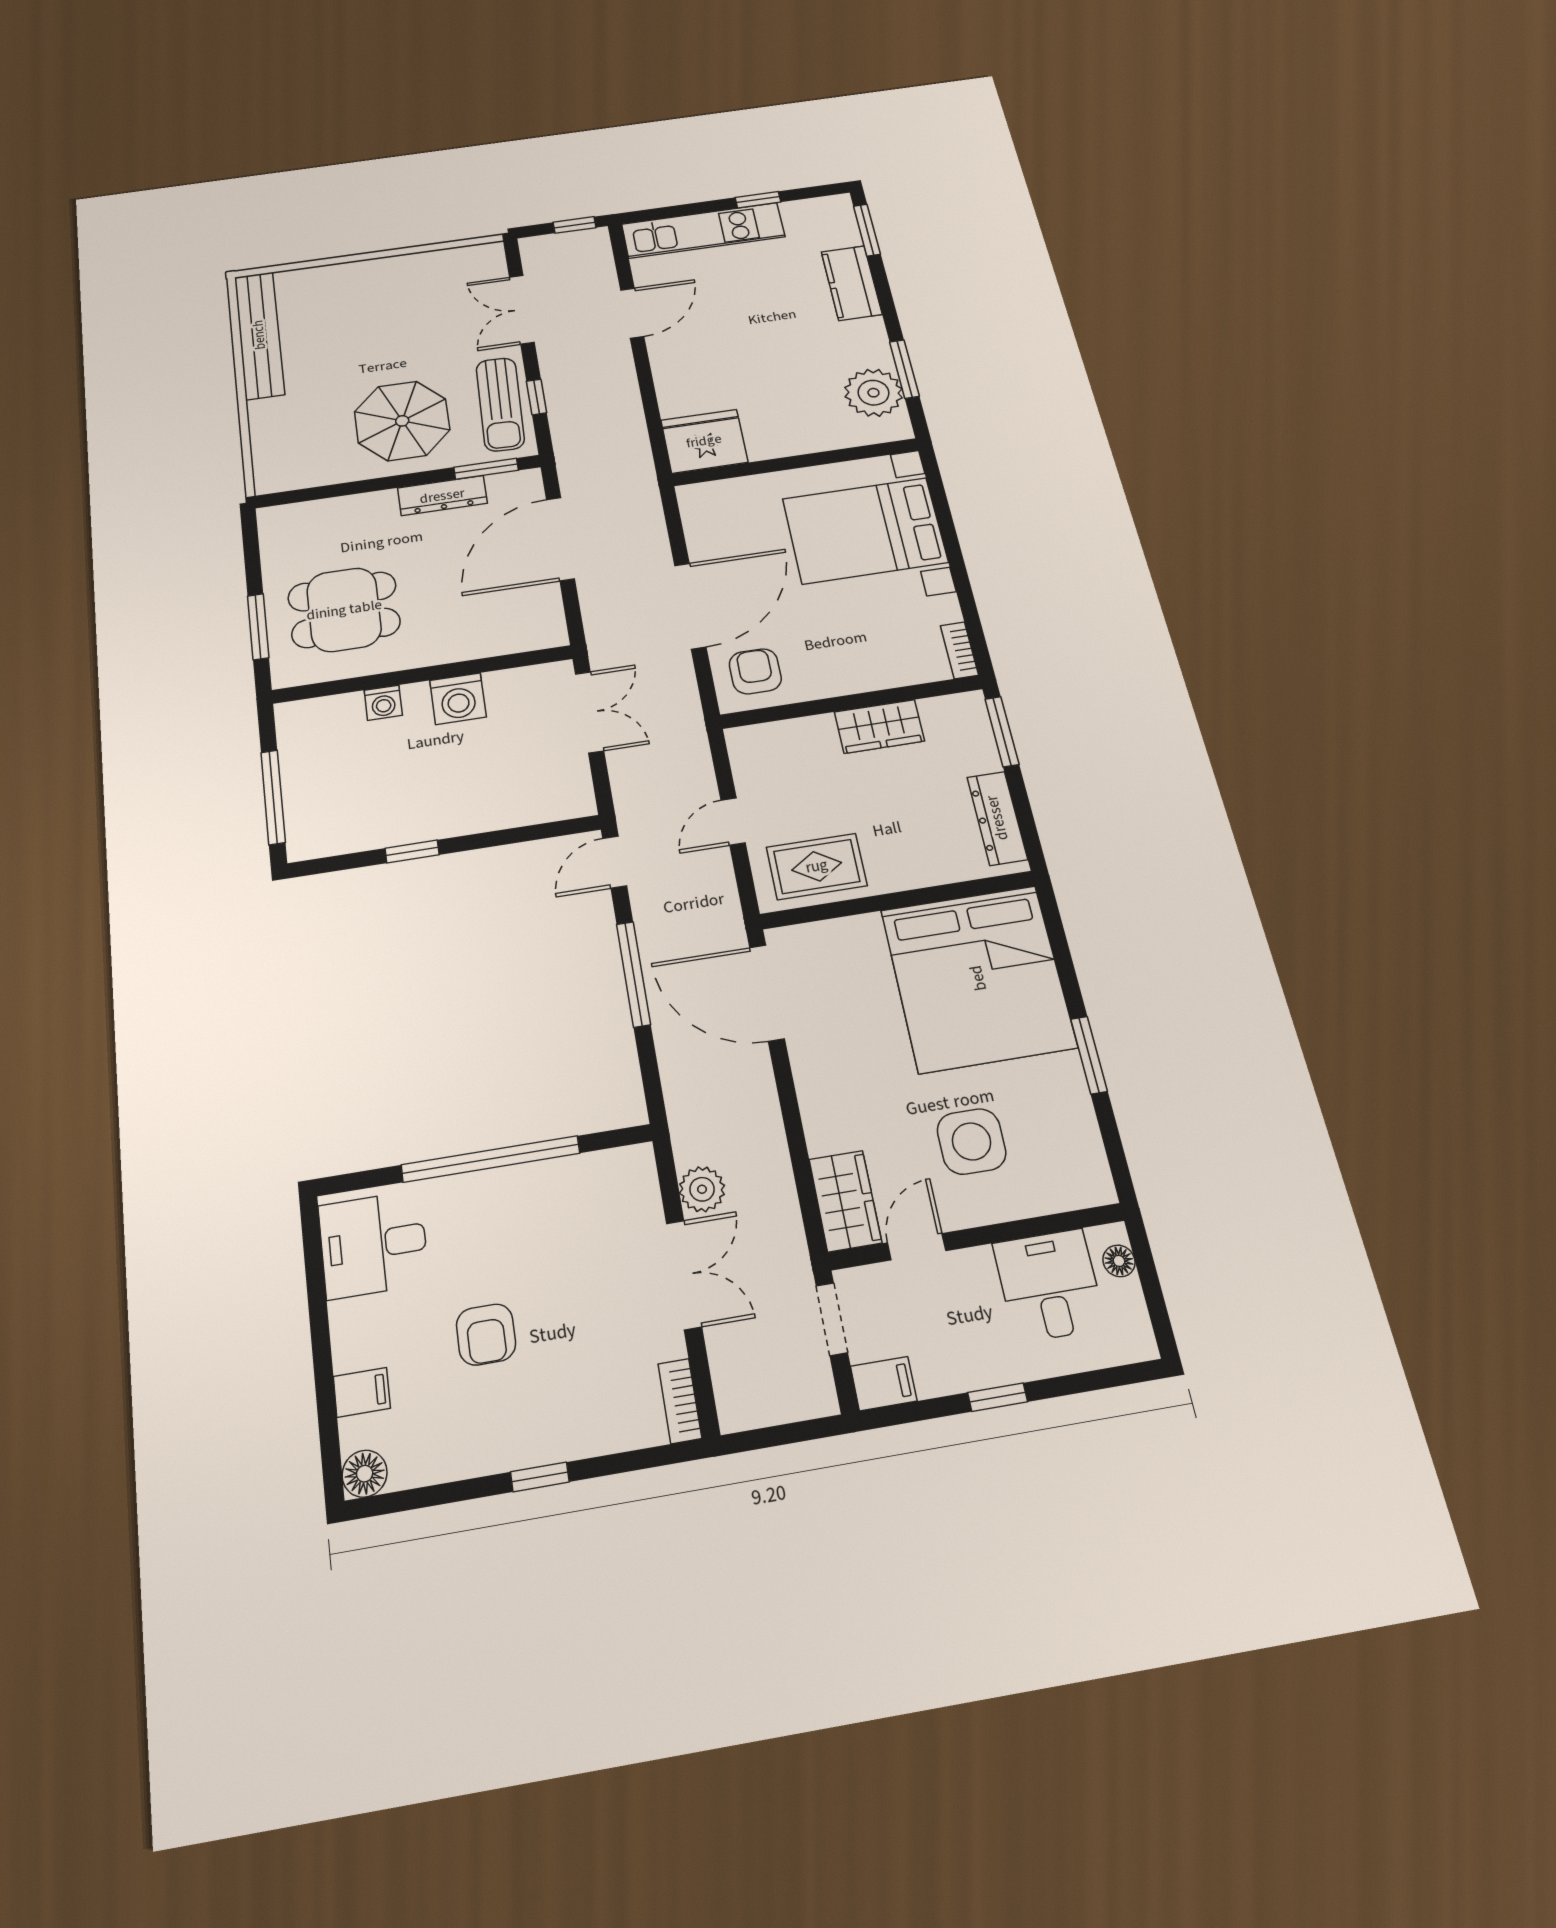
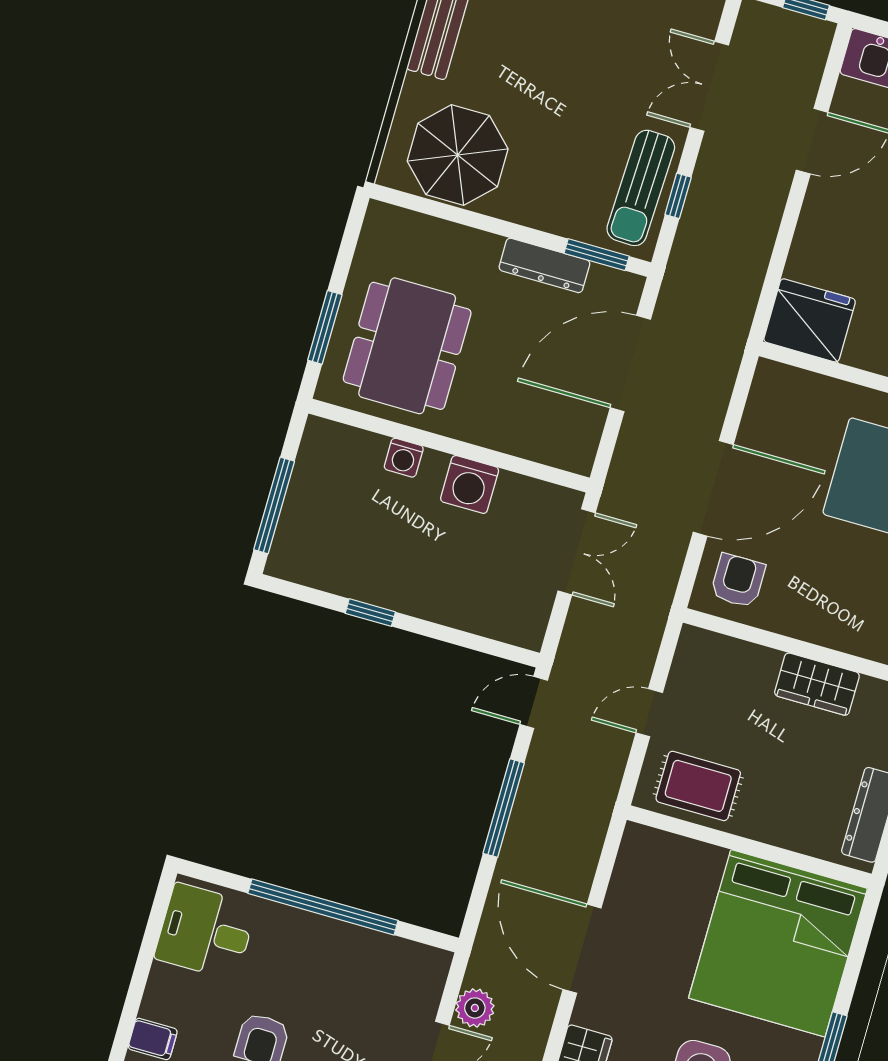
parasol: (402, 421) -> (458, 155), moved
dining table: (344, 610) -> (407, 346), width x1.38
door: (767, 993) -> (582, 949), moved

